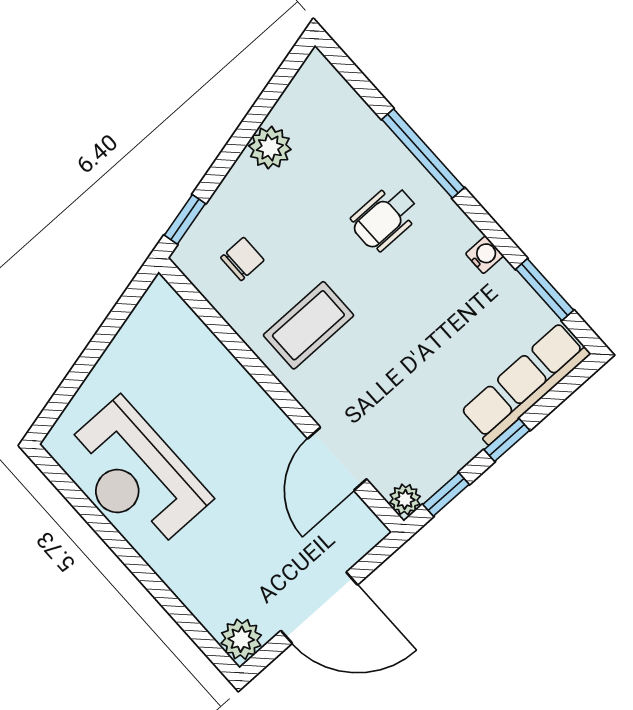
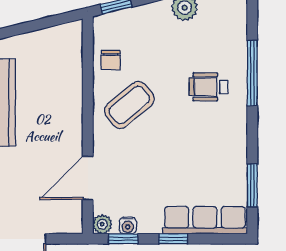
water cooler: (484, 255) -> (128, 226), moved, turned 90
chair: (242, 259) -> (111, 60), moved, turned 90
coffee table: (308, 325) -> (129, 105), turned -40

